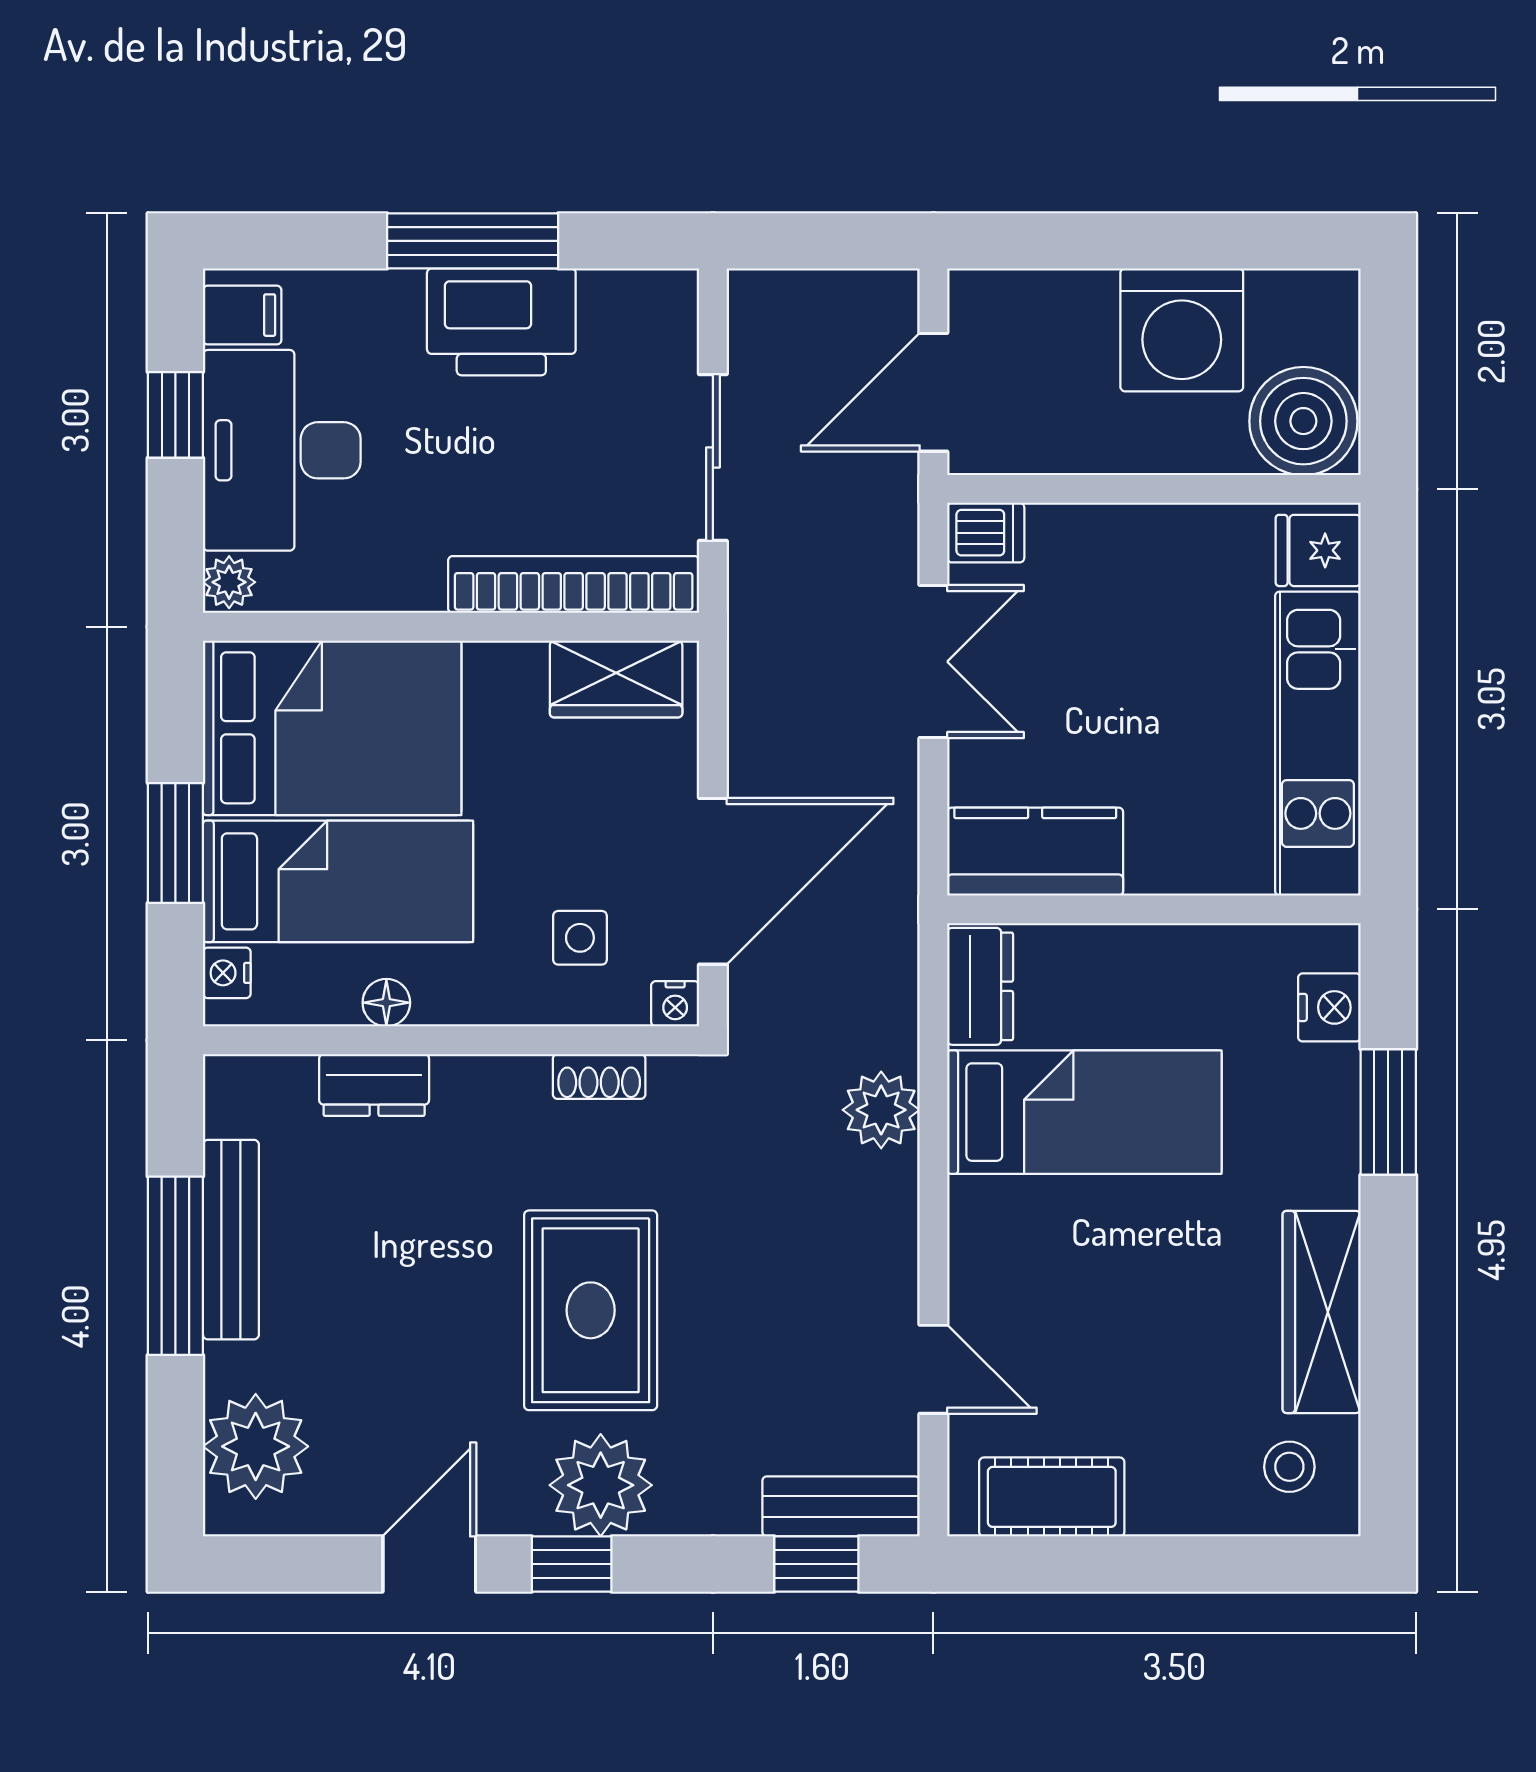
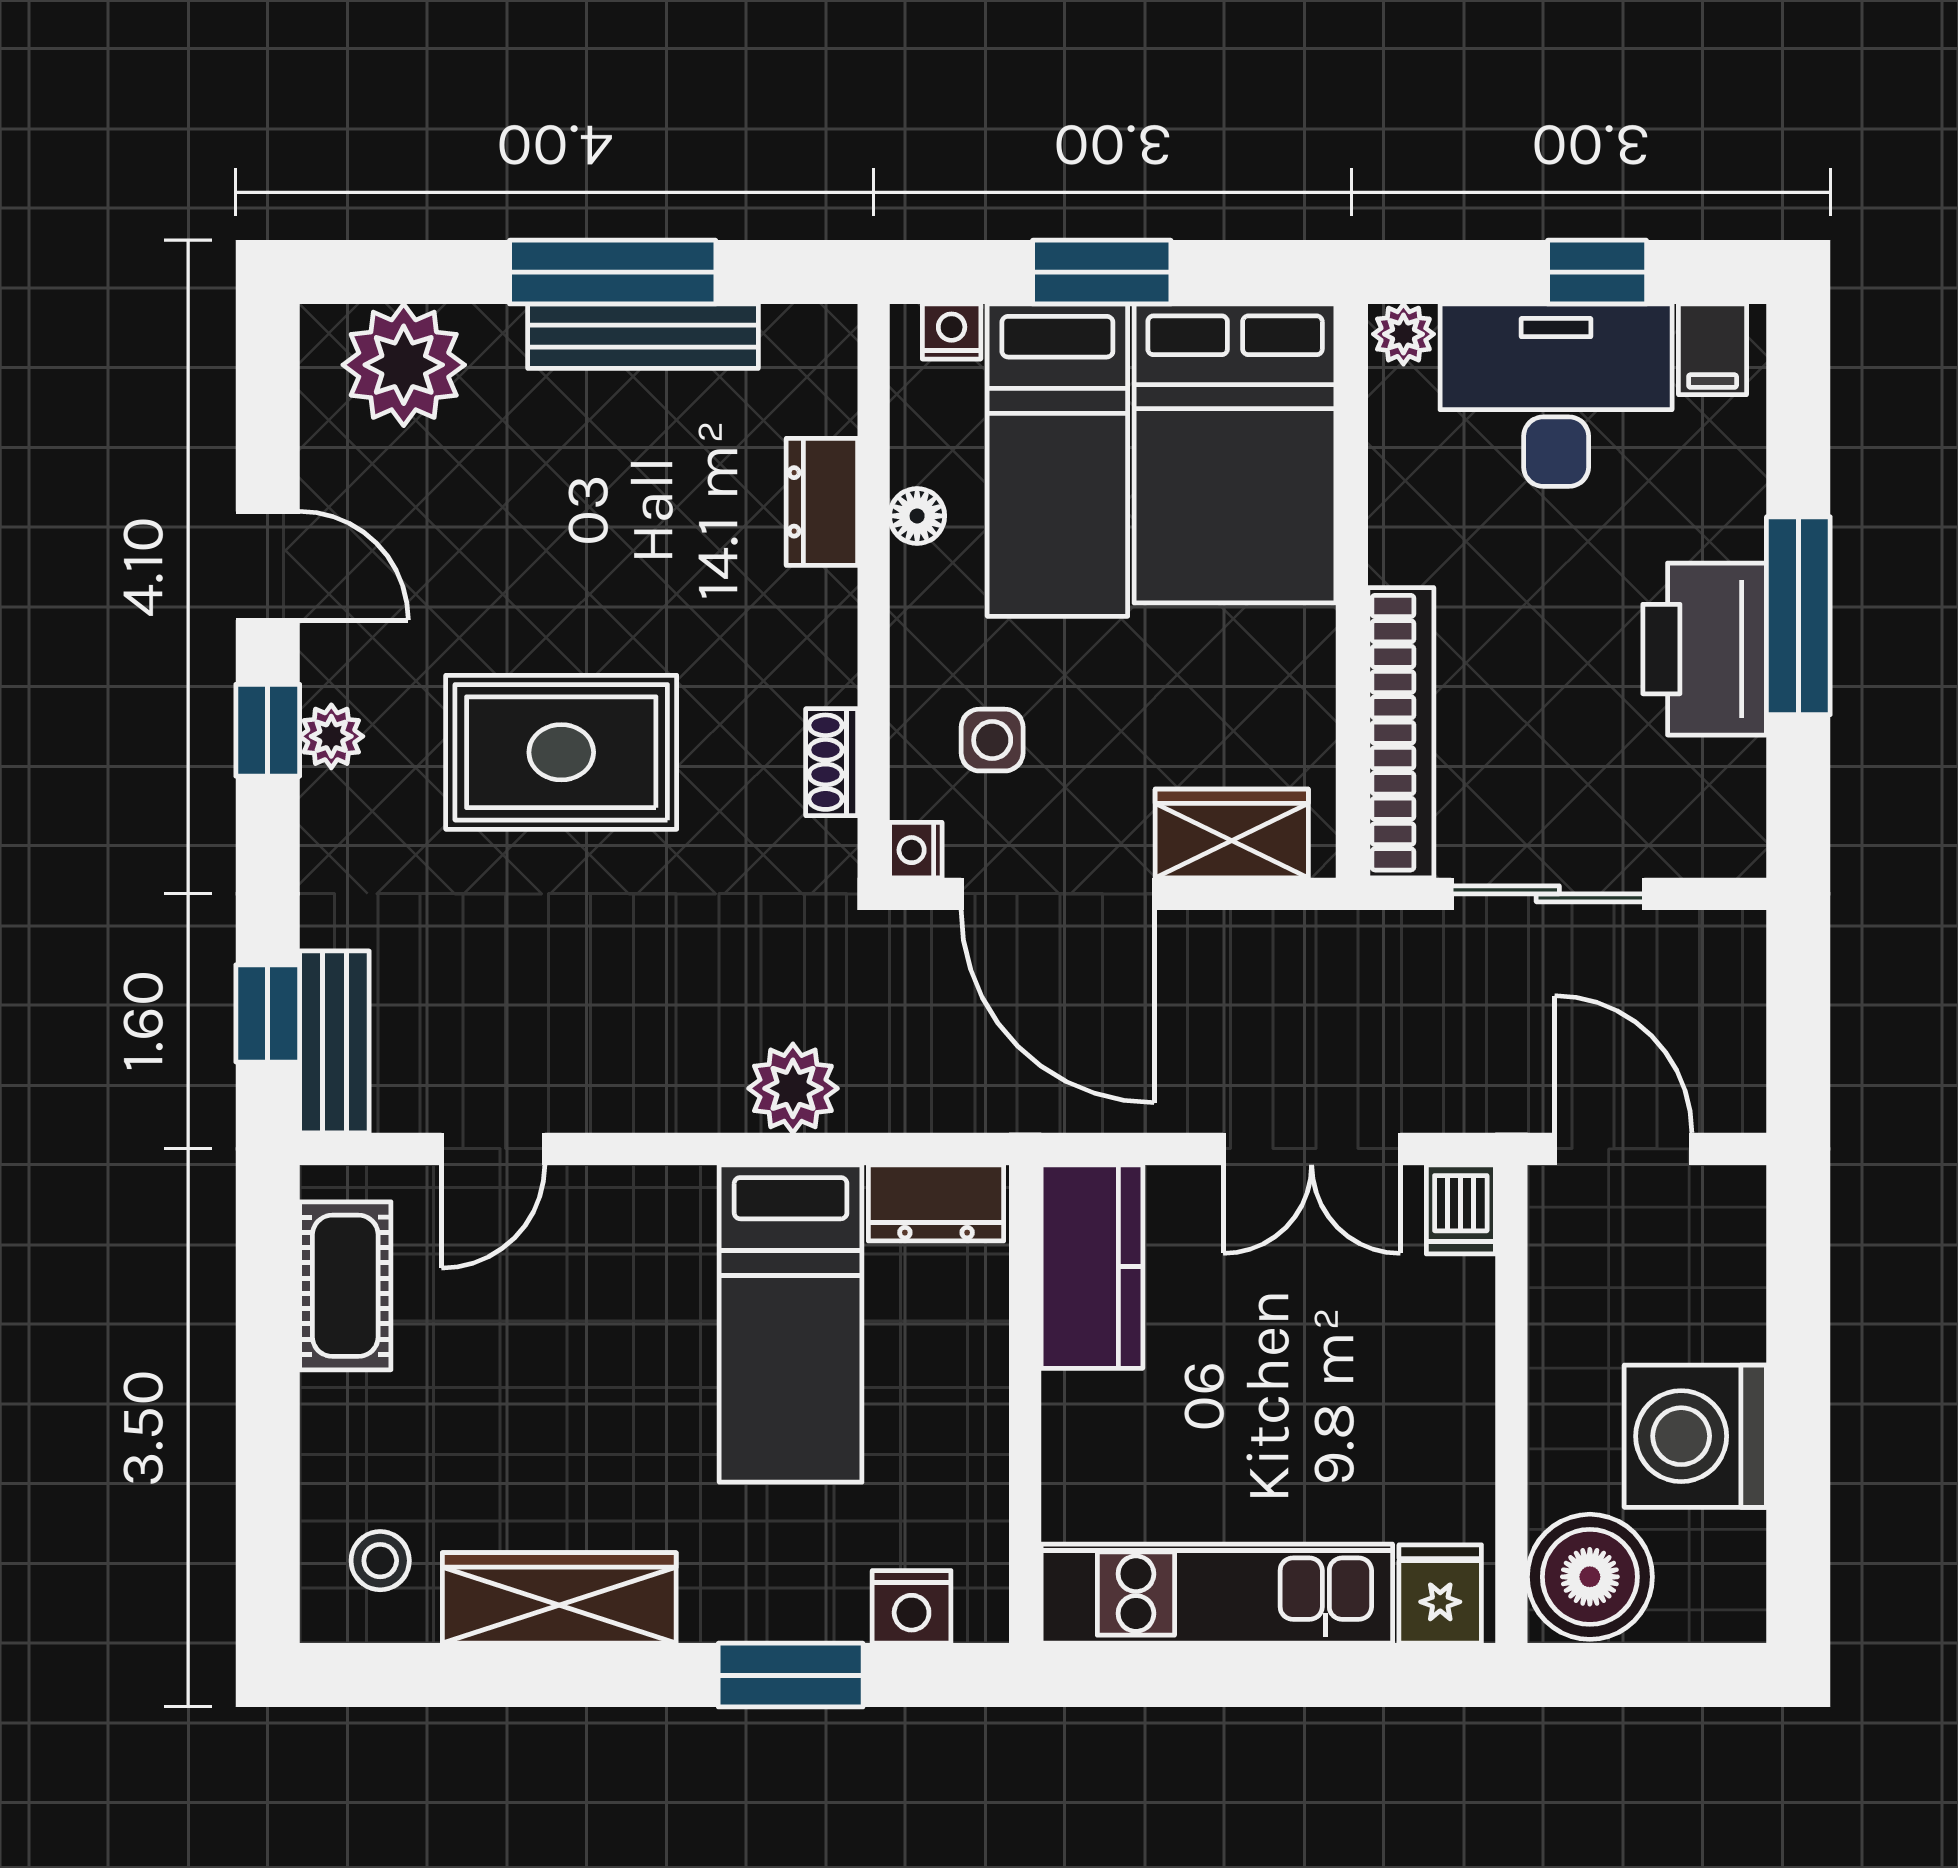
wardrobe: (616, 679) -> (1232, 833), moved, turned 90
plant: (601, 1485) -> (331, 736), width x0.53, depth x0.53

